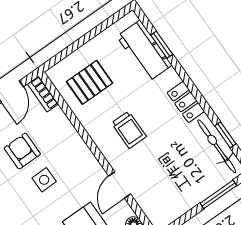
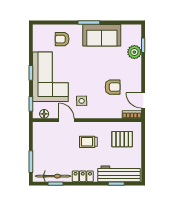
workbench: (144, 51) -> (119, 174), width x1.38
pallet: (90, 82) -> (122, 139), turned 90
side table: (44, 180) -> (82, 101), moved

